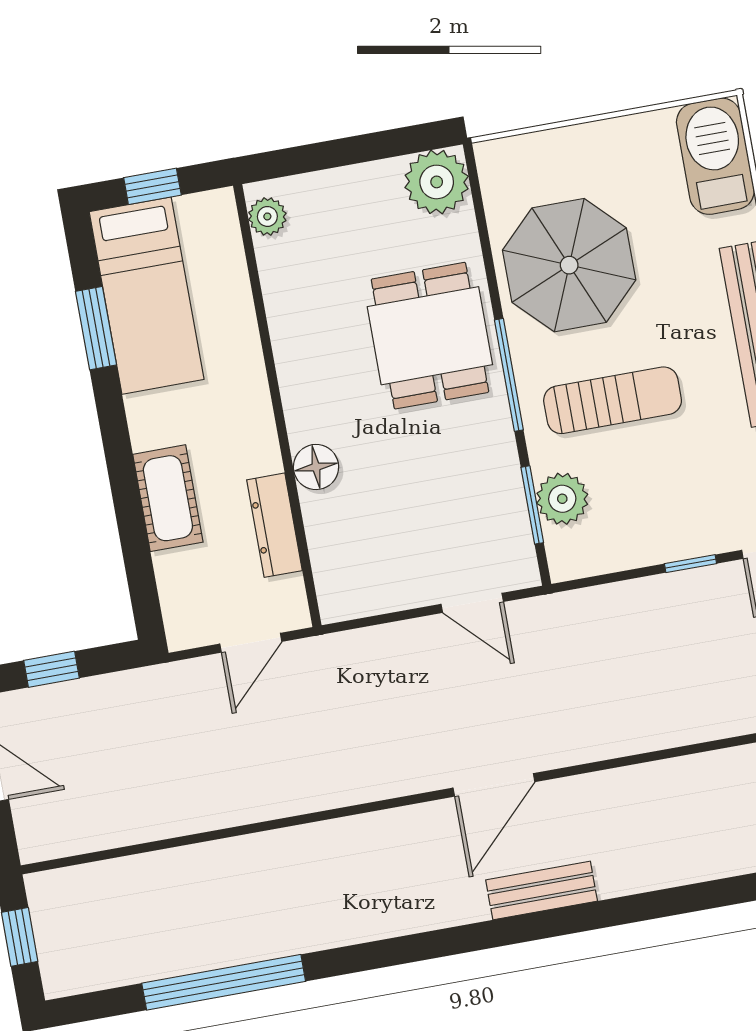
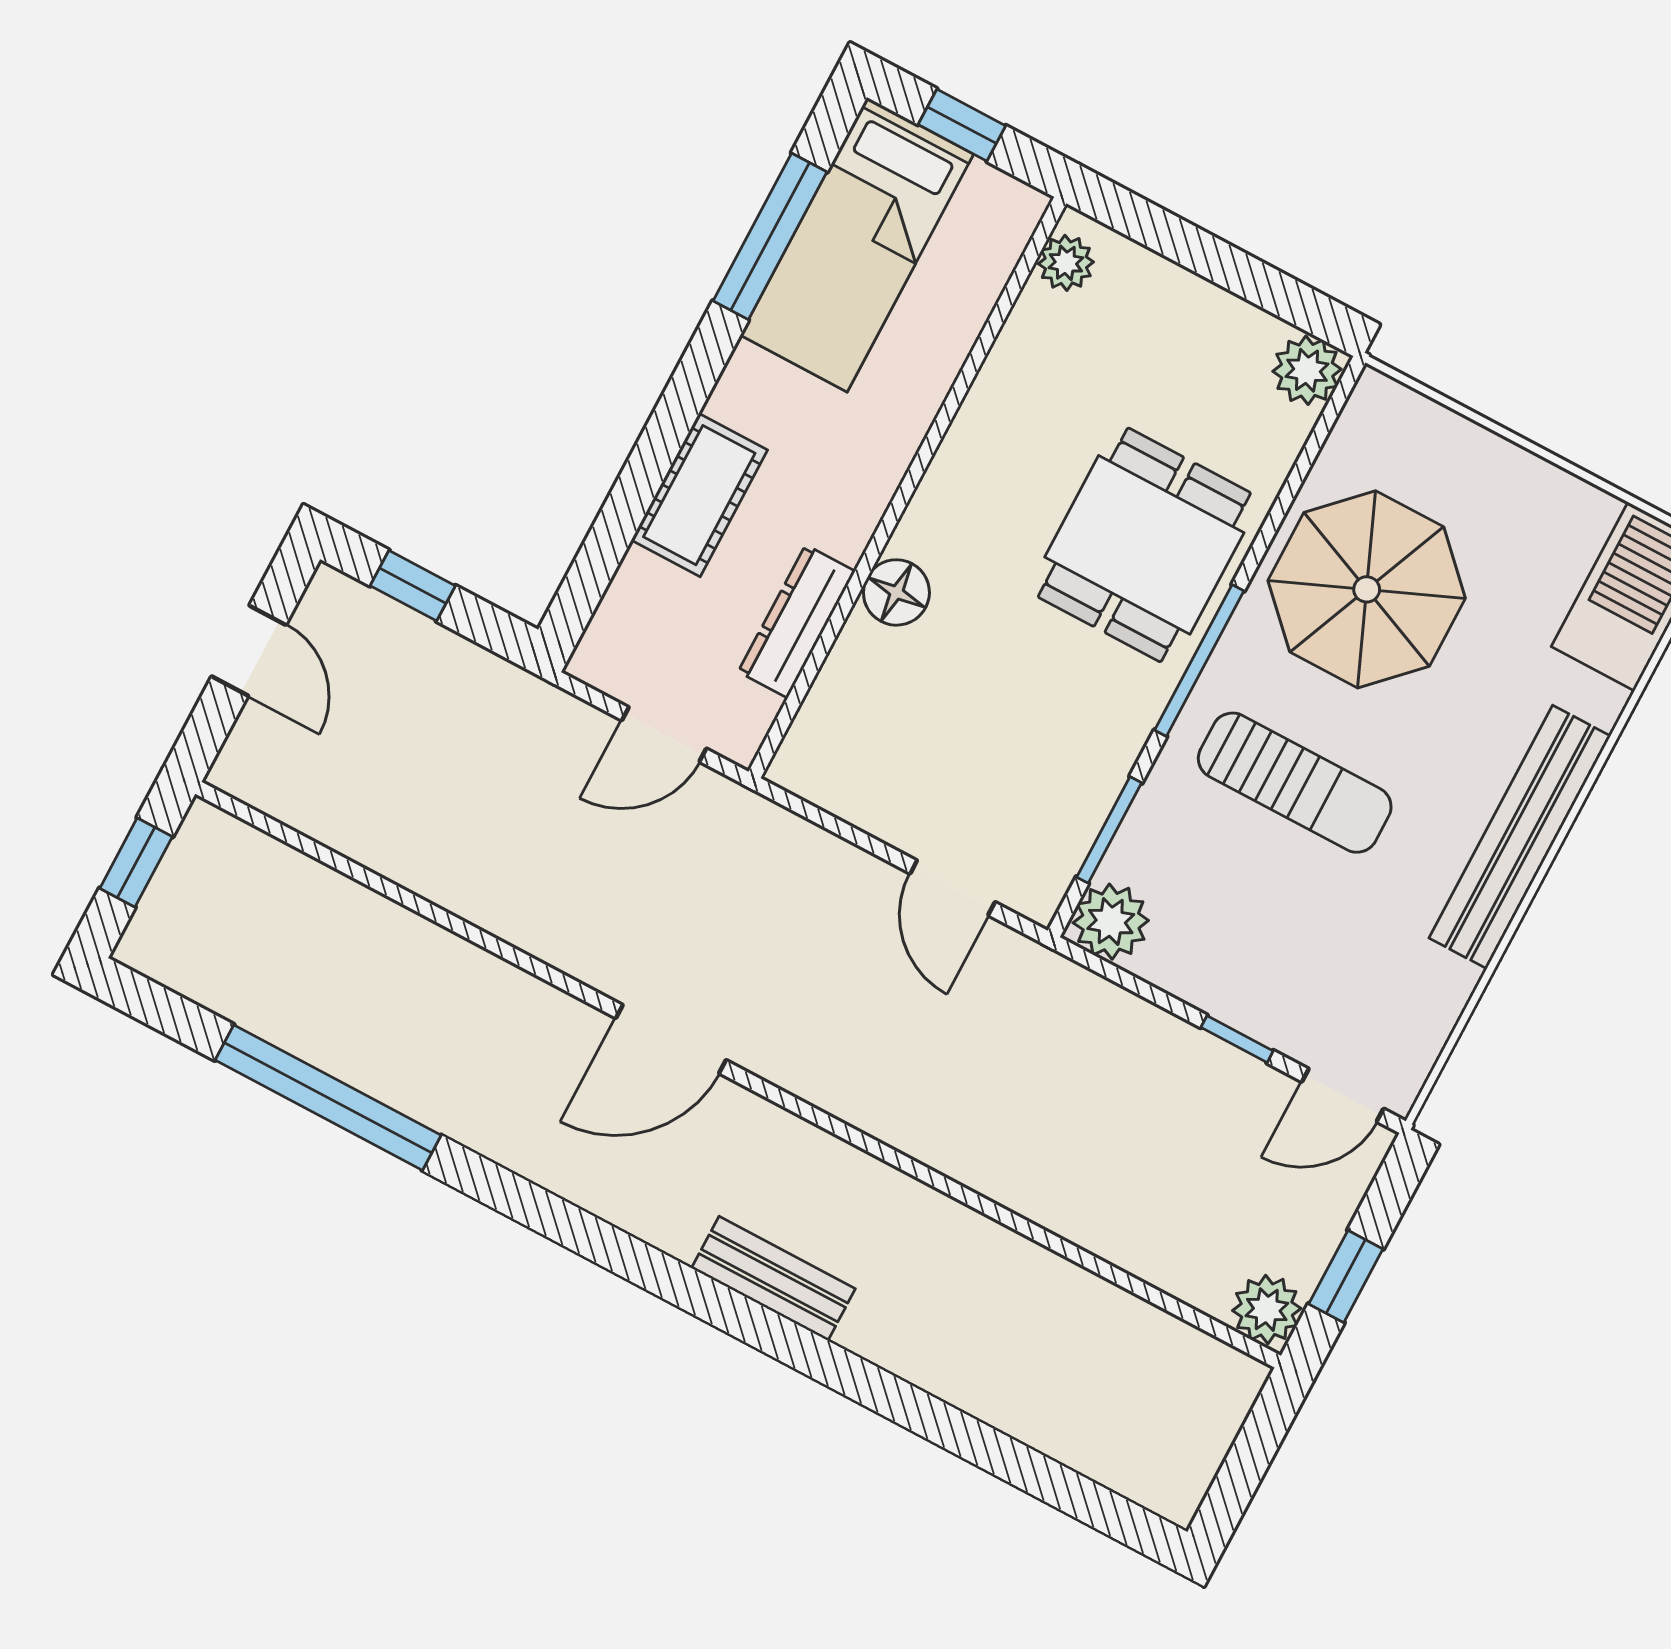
plant: (437, 182) -> (1307, 370), width x0.73, depth x0.73
window: (96, 328) -> (770, 236), width x1.44
plant: (562, 499) -> (1111, 922), moved
door: (494, 785) -> (671, 1039), moved

